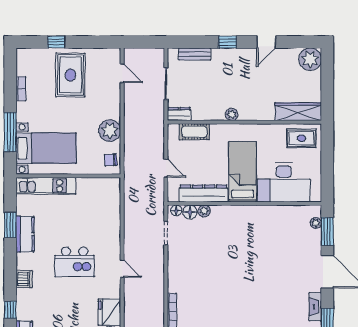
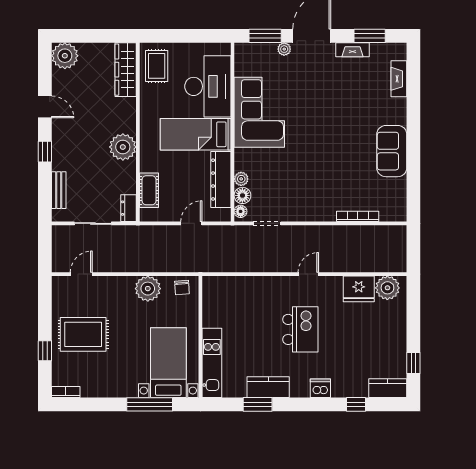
bookcase: (21, 89) -> (66, 392), moved
plant: (232, 114) -> (123, 147), width x1.88, depth x1.88
plant: (316, 223) -> (284, 49), moved
corner sofa: (261, 227) -> (259, 112), added

